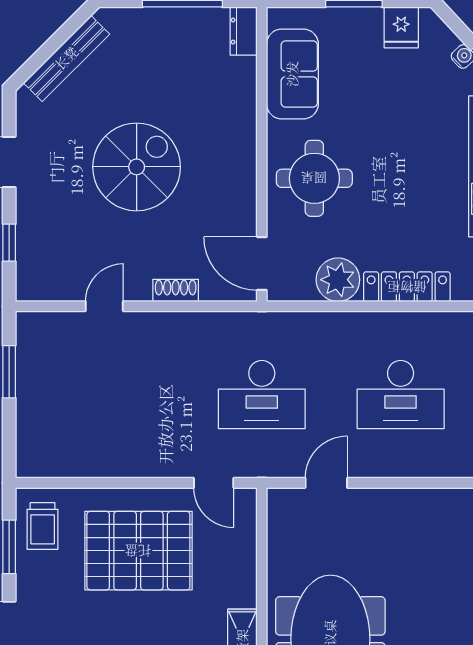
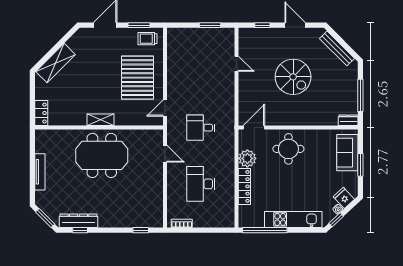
fridge: (401, 27) -> (344, 198), moved, turned 47
sofa: (292, 74) -> (347, 153), moved, turned 90
shoe rack: (176, 290) -> (243, 93), removed
desk: (262, 395) -> (201, 128), width x0.73

